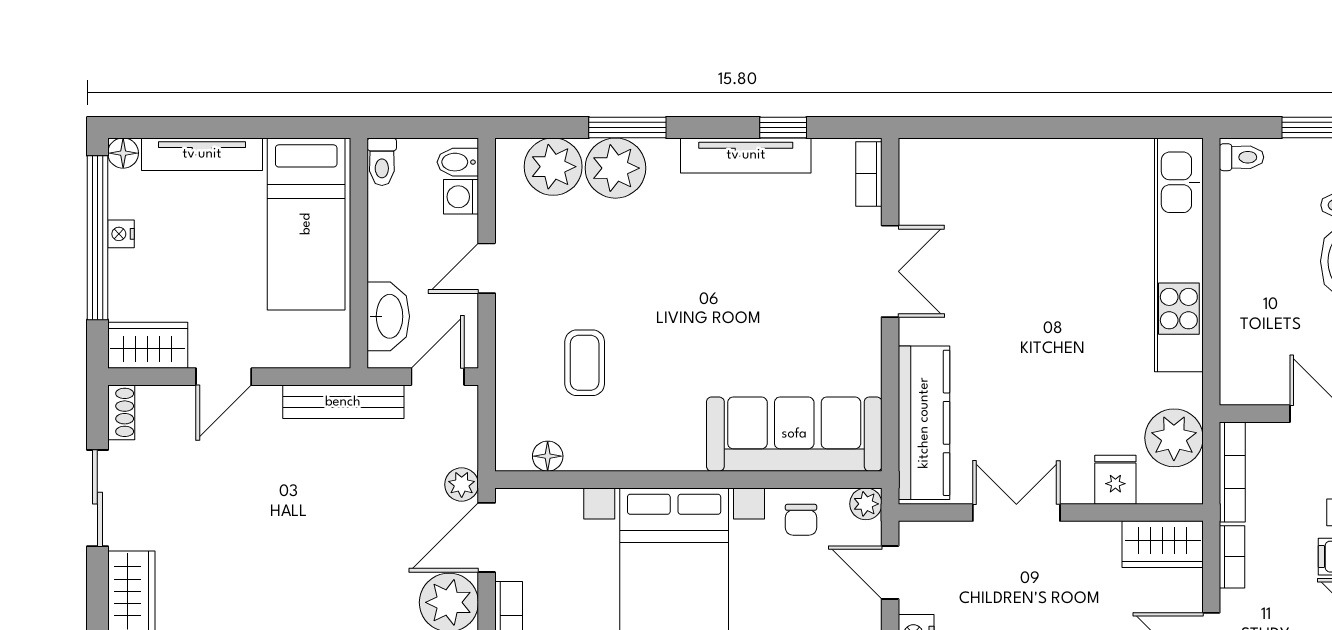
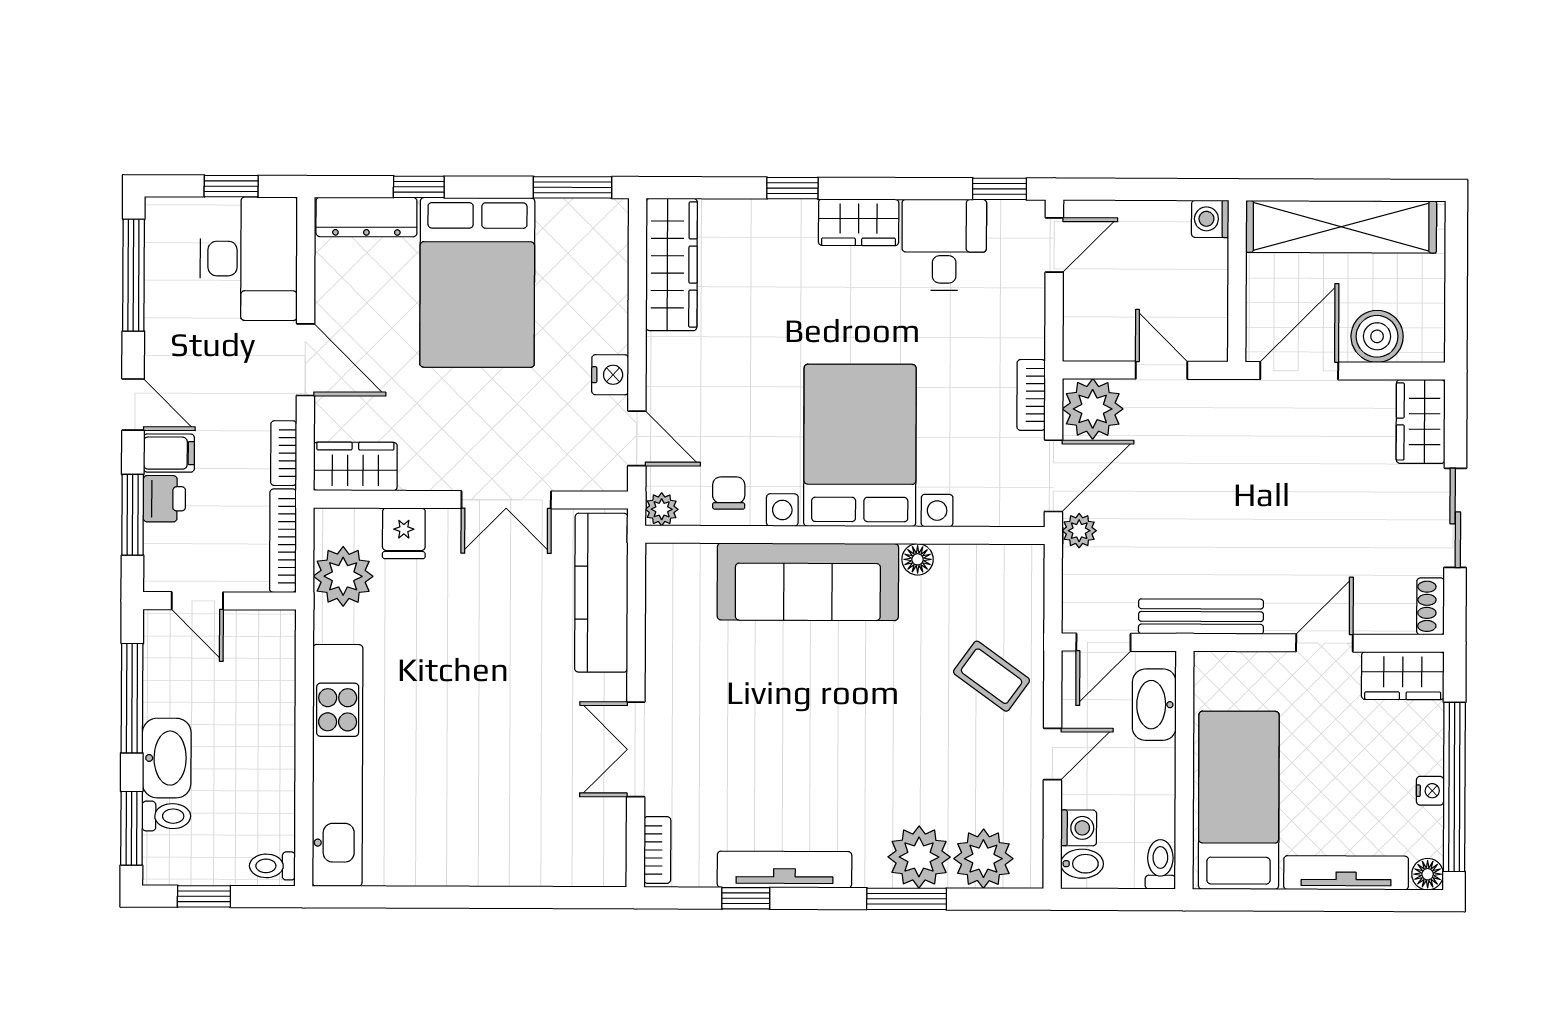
coffee table: (585, 363) -> (992, 676), moved, turned -54
sofa: (794, 434) -> (808, 582), moved
floor lamp: (548, 456) -> (918, 559), moved

